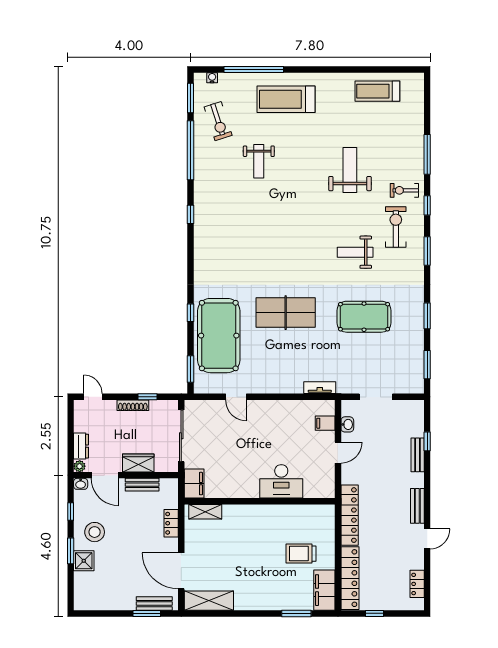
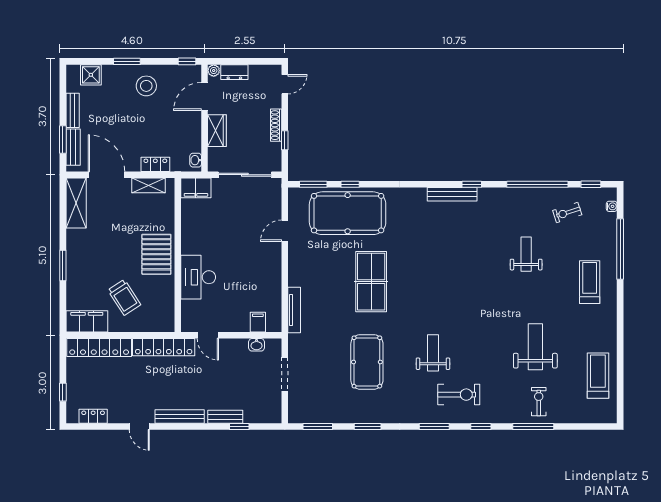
window: (190, 98) -> (591, 184), width x0.67
treadmill: (286, 99) -> (590, 282), width x0.73, depth x0.73
exercise bike: (218, 121) -> (567, 213), width x0.73, depth x0.72
weight bench: (259, 161) -> (526, 254), turned 90
weight bench: (350, 170) -> (535, 347), moved, turned -90
exercise bike: (404, 190) -> (539, 402), moved
bench: (200, 233) -> (452, 194), added
window: (190, 313) -> (350, 184), moved
tv unit: (320, 388) -> (294, 310), width x1.41
door: (338, 453) -> (208, 335), moved
washbasin: (81, 484) -> (196, 160), moved
bench: (142, 485) -> (73, 110), moved
bench: (417, 506) -> (180, 417), width x1.36
window: (71, 512) -> (187, 61), moved
shelving: (205, 512) -> (149, 185), moved, turned 90
pallet: (259, 522) -> (156, 254), added
trolley: (301, 554) -> (124, 297), turned 147
shower: (84, 561) -> (91, 75), moved
door: (181, 571) -> (106, 175), hinge flipped
window: (296, 613) -> (63, 266), moved
window: (375, 613) -> (63, 392), moved

